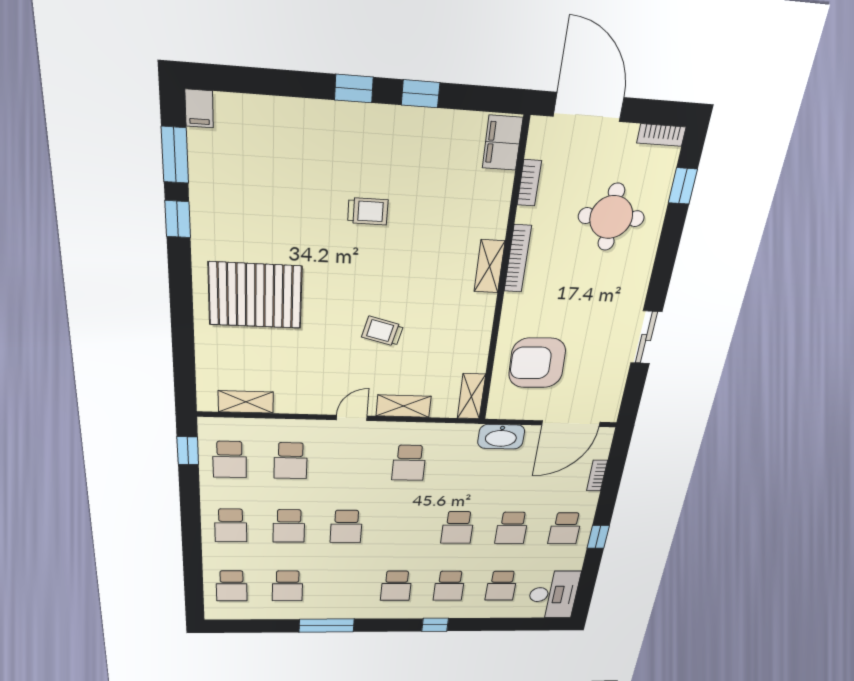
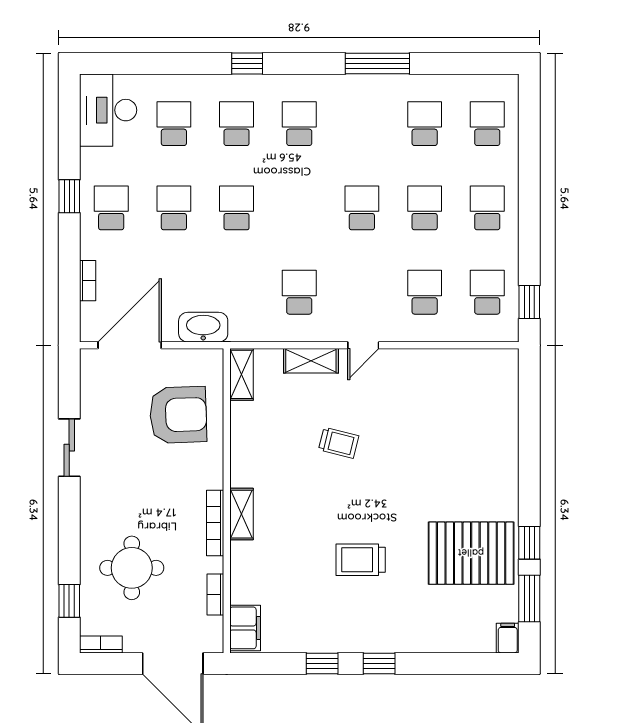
trolley: (368, 211) -> (361, 560), width x1.36, depth x1.39
pallet: (255, 295) -> (471, 553), moved
shelving: (246, 402) -> (470, 360), removed

